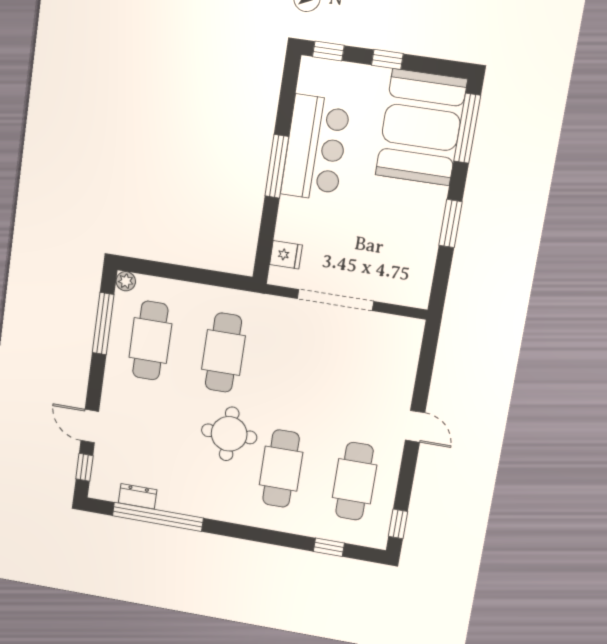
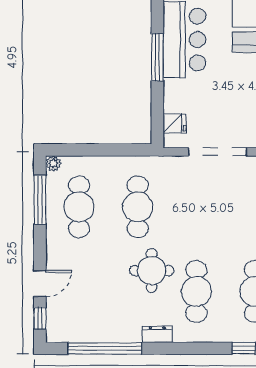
door: (90, 426) -> (40, 284), swing flipped
dresser: (138, 496) -> (157, 334), moved

